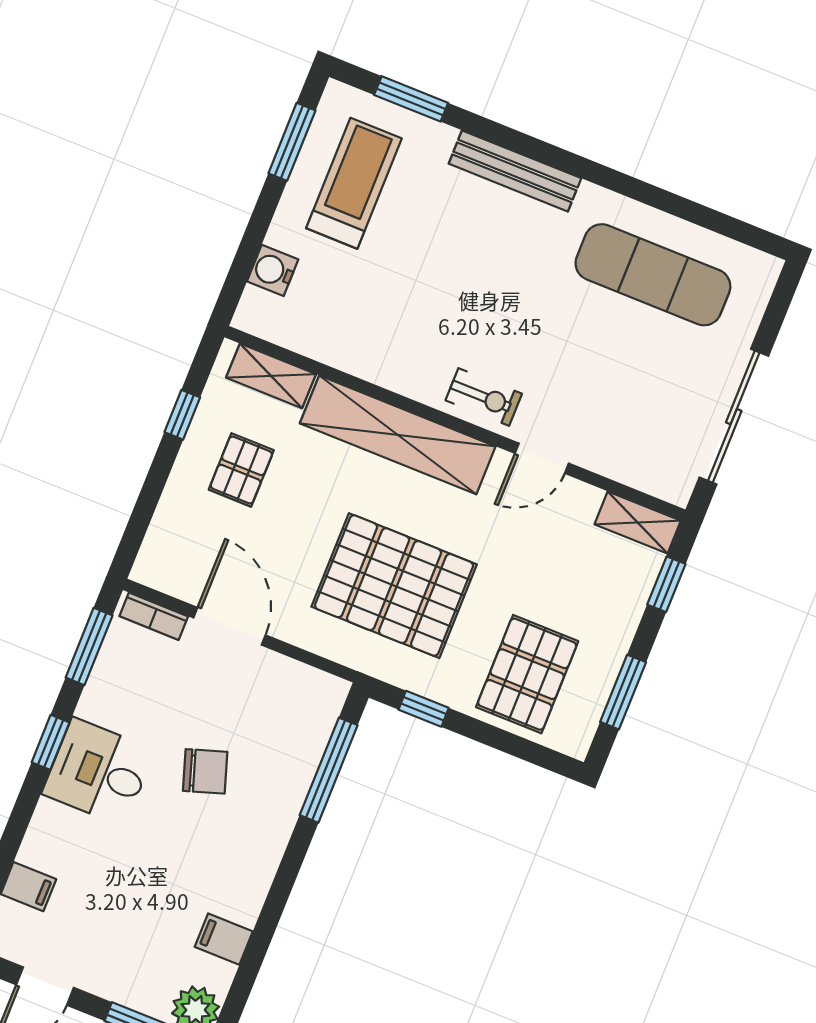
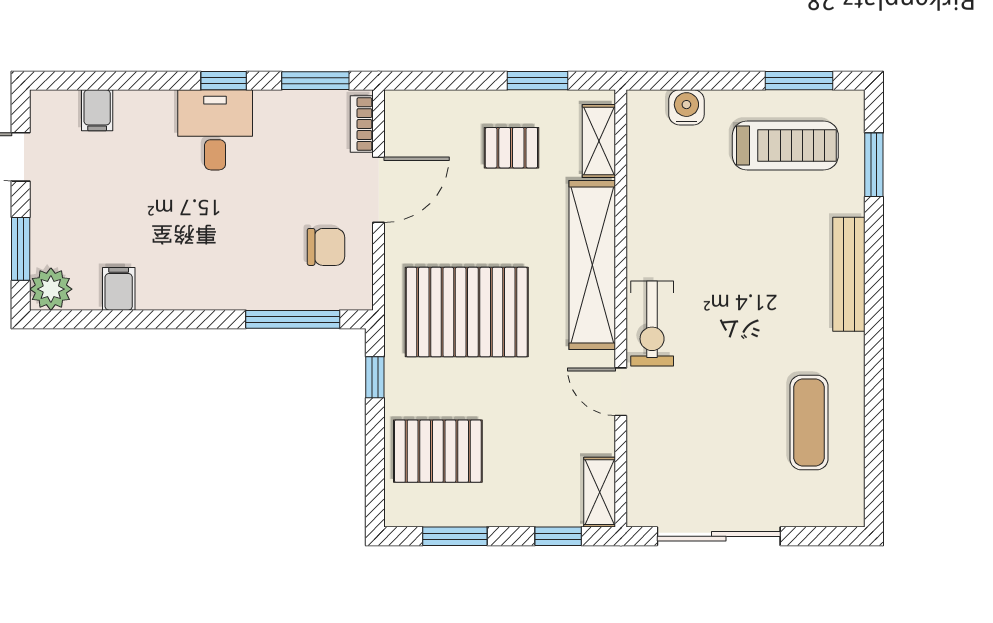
exercise mat: (653, 275) -> (809, 423), width x0.73, depth x0.69
exercise bike: (484, 397) -> (652, 323), width x1.38, depth x1.39
window: (182, 415) -> (537, 81), width x1.50
pallet: (394, 586) -> (467, 312), turned 90
chair: (205, 771) -> (326, 247), moved, turned -72

